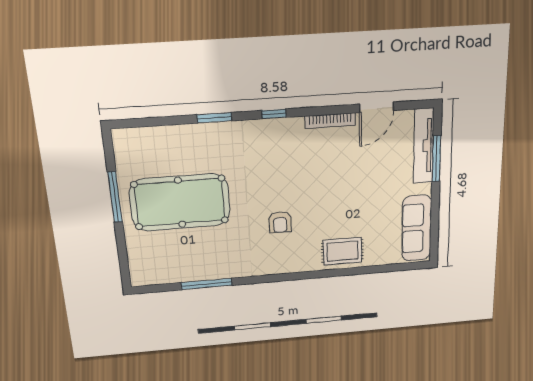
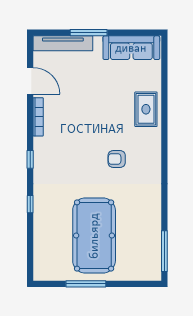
window: (214, 118) -> (30, 204), width x0.67
window: (436, 159) -> (89, 33), moved
armchair: (280, 222) -> (117, 159), turned 180
window: (207, 284) -> (164, 251), moved

